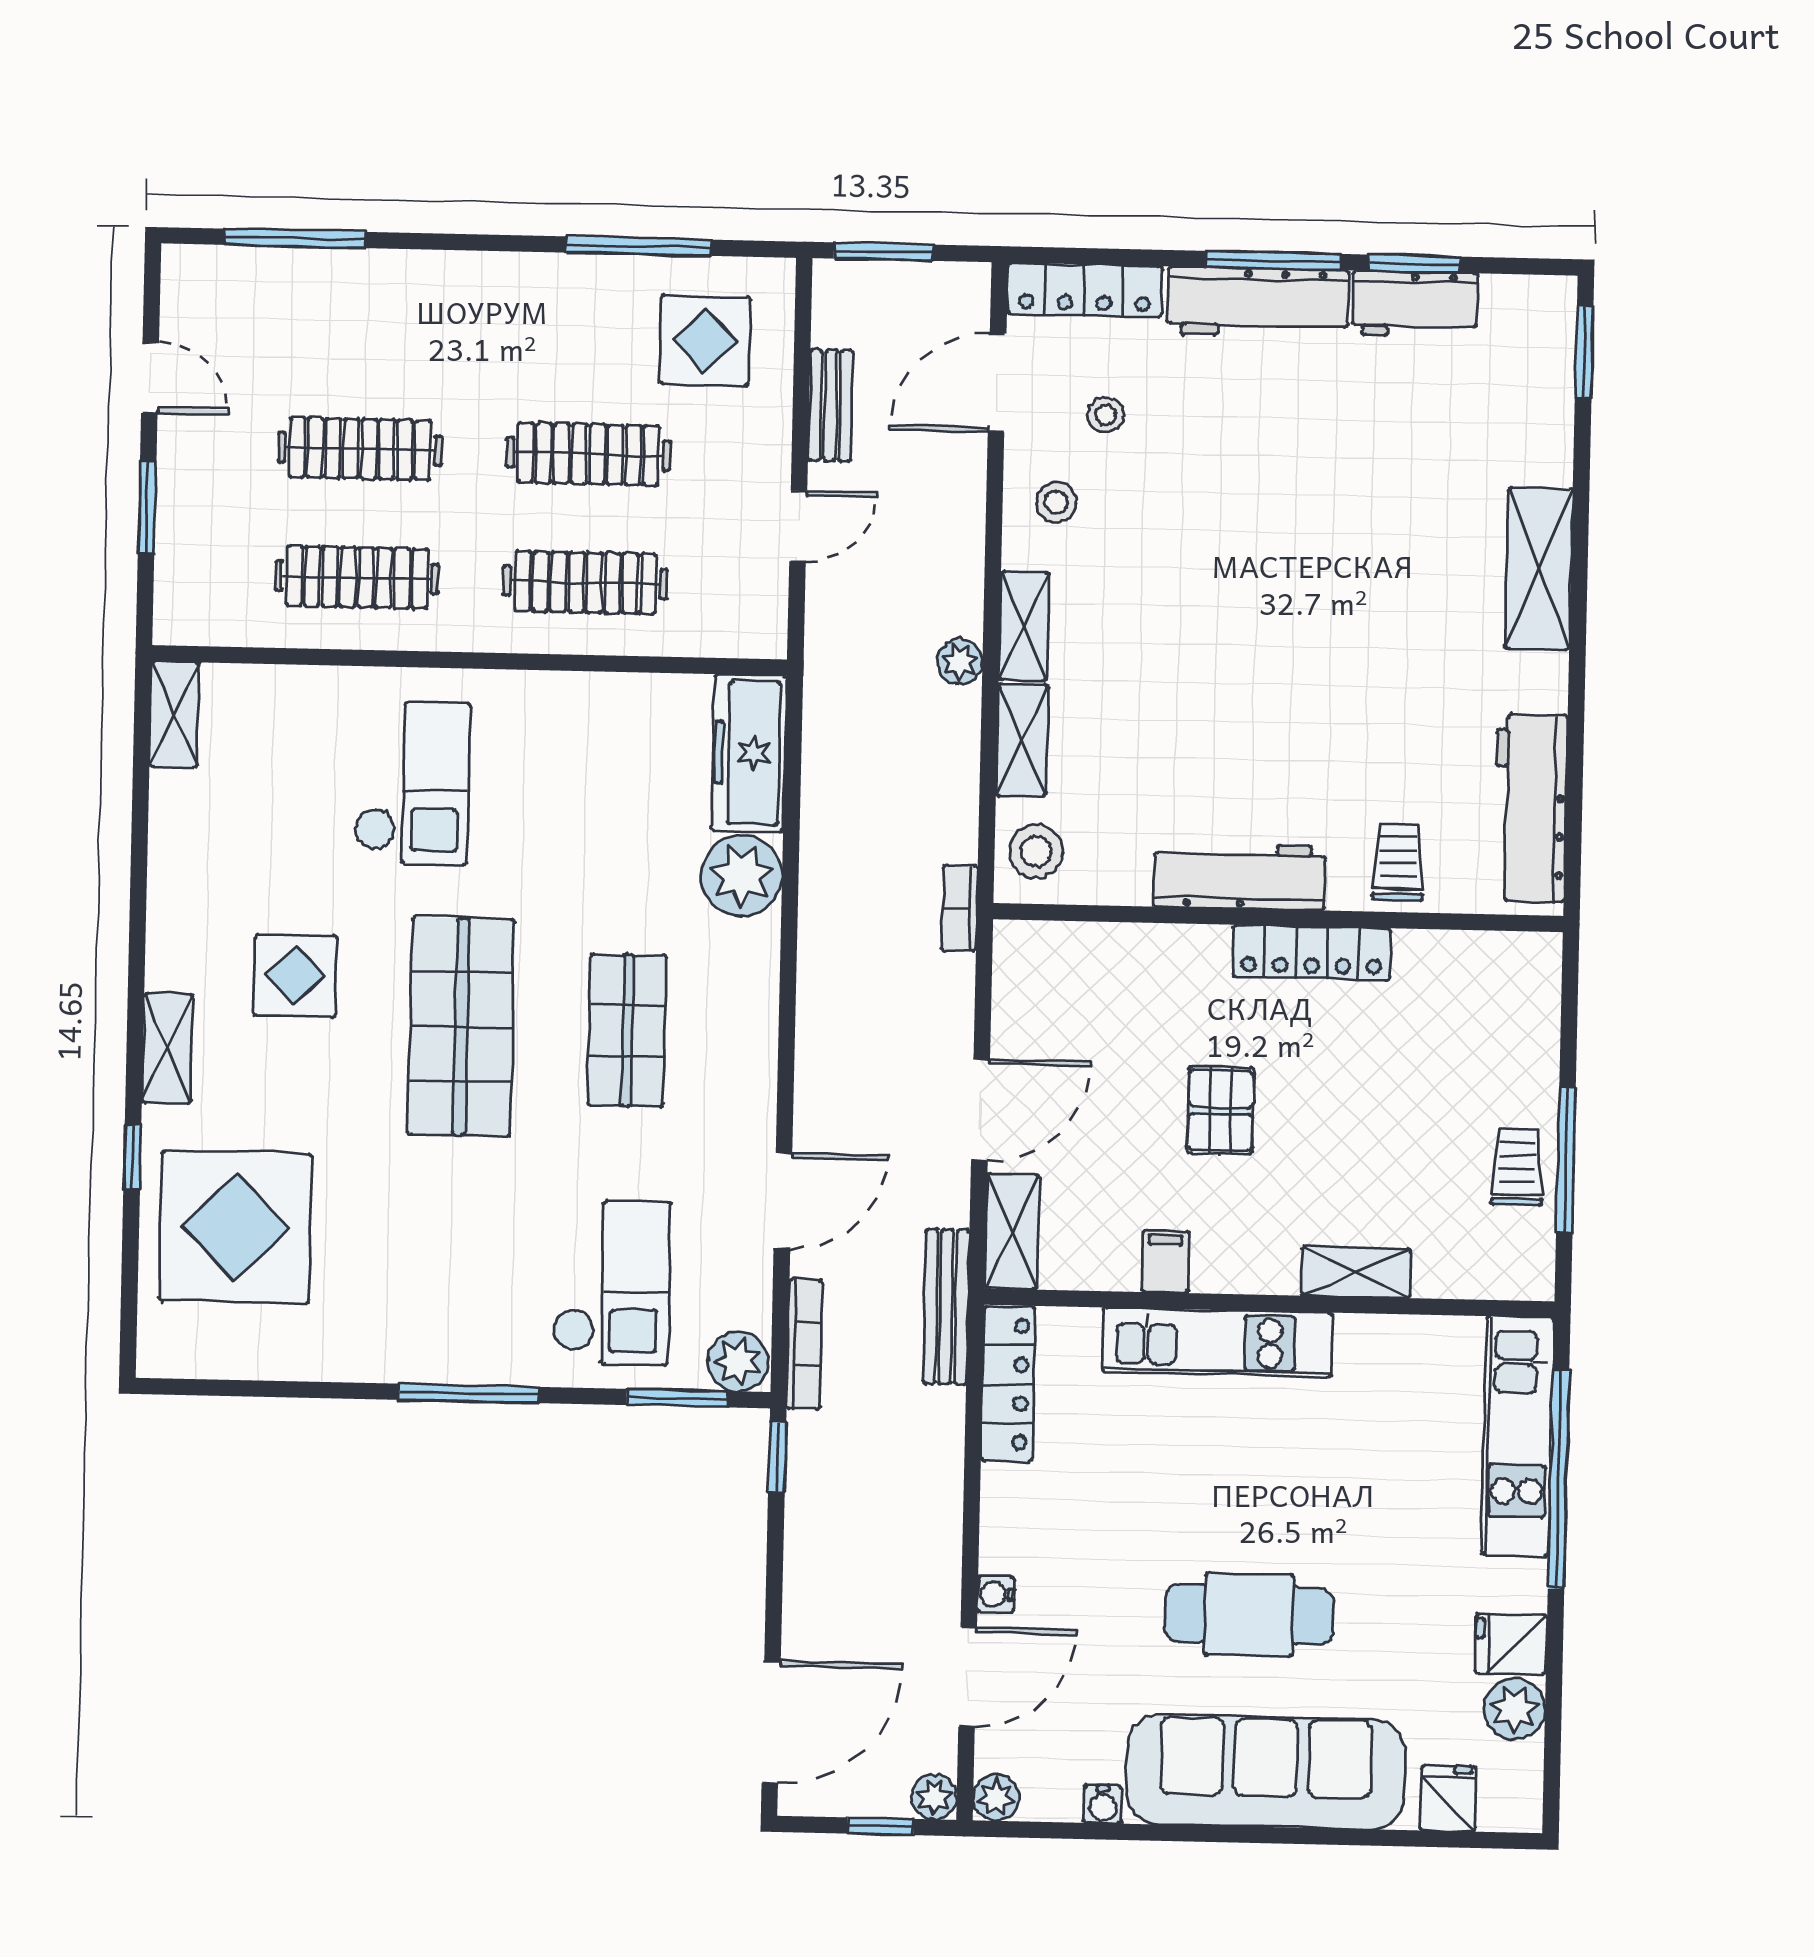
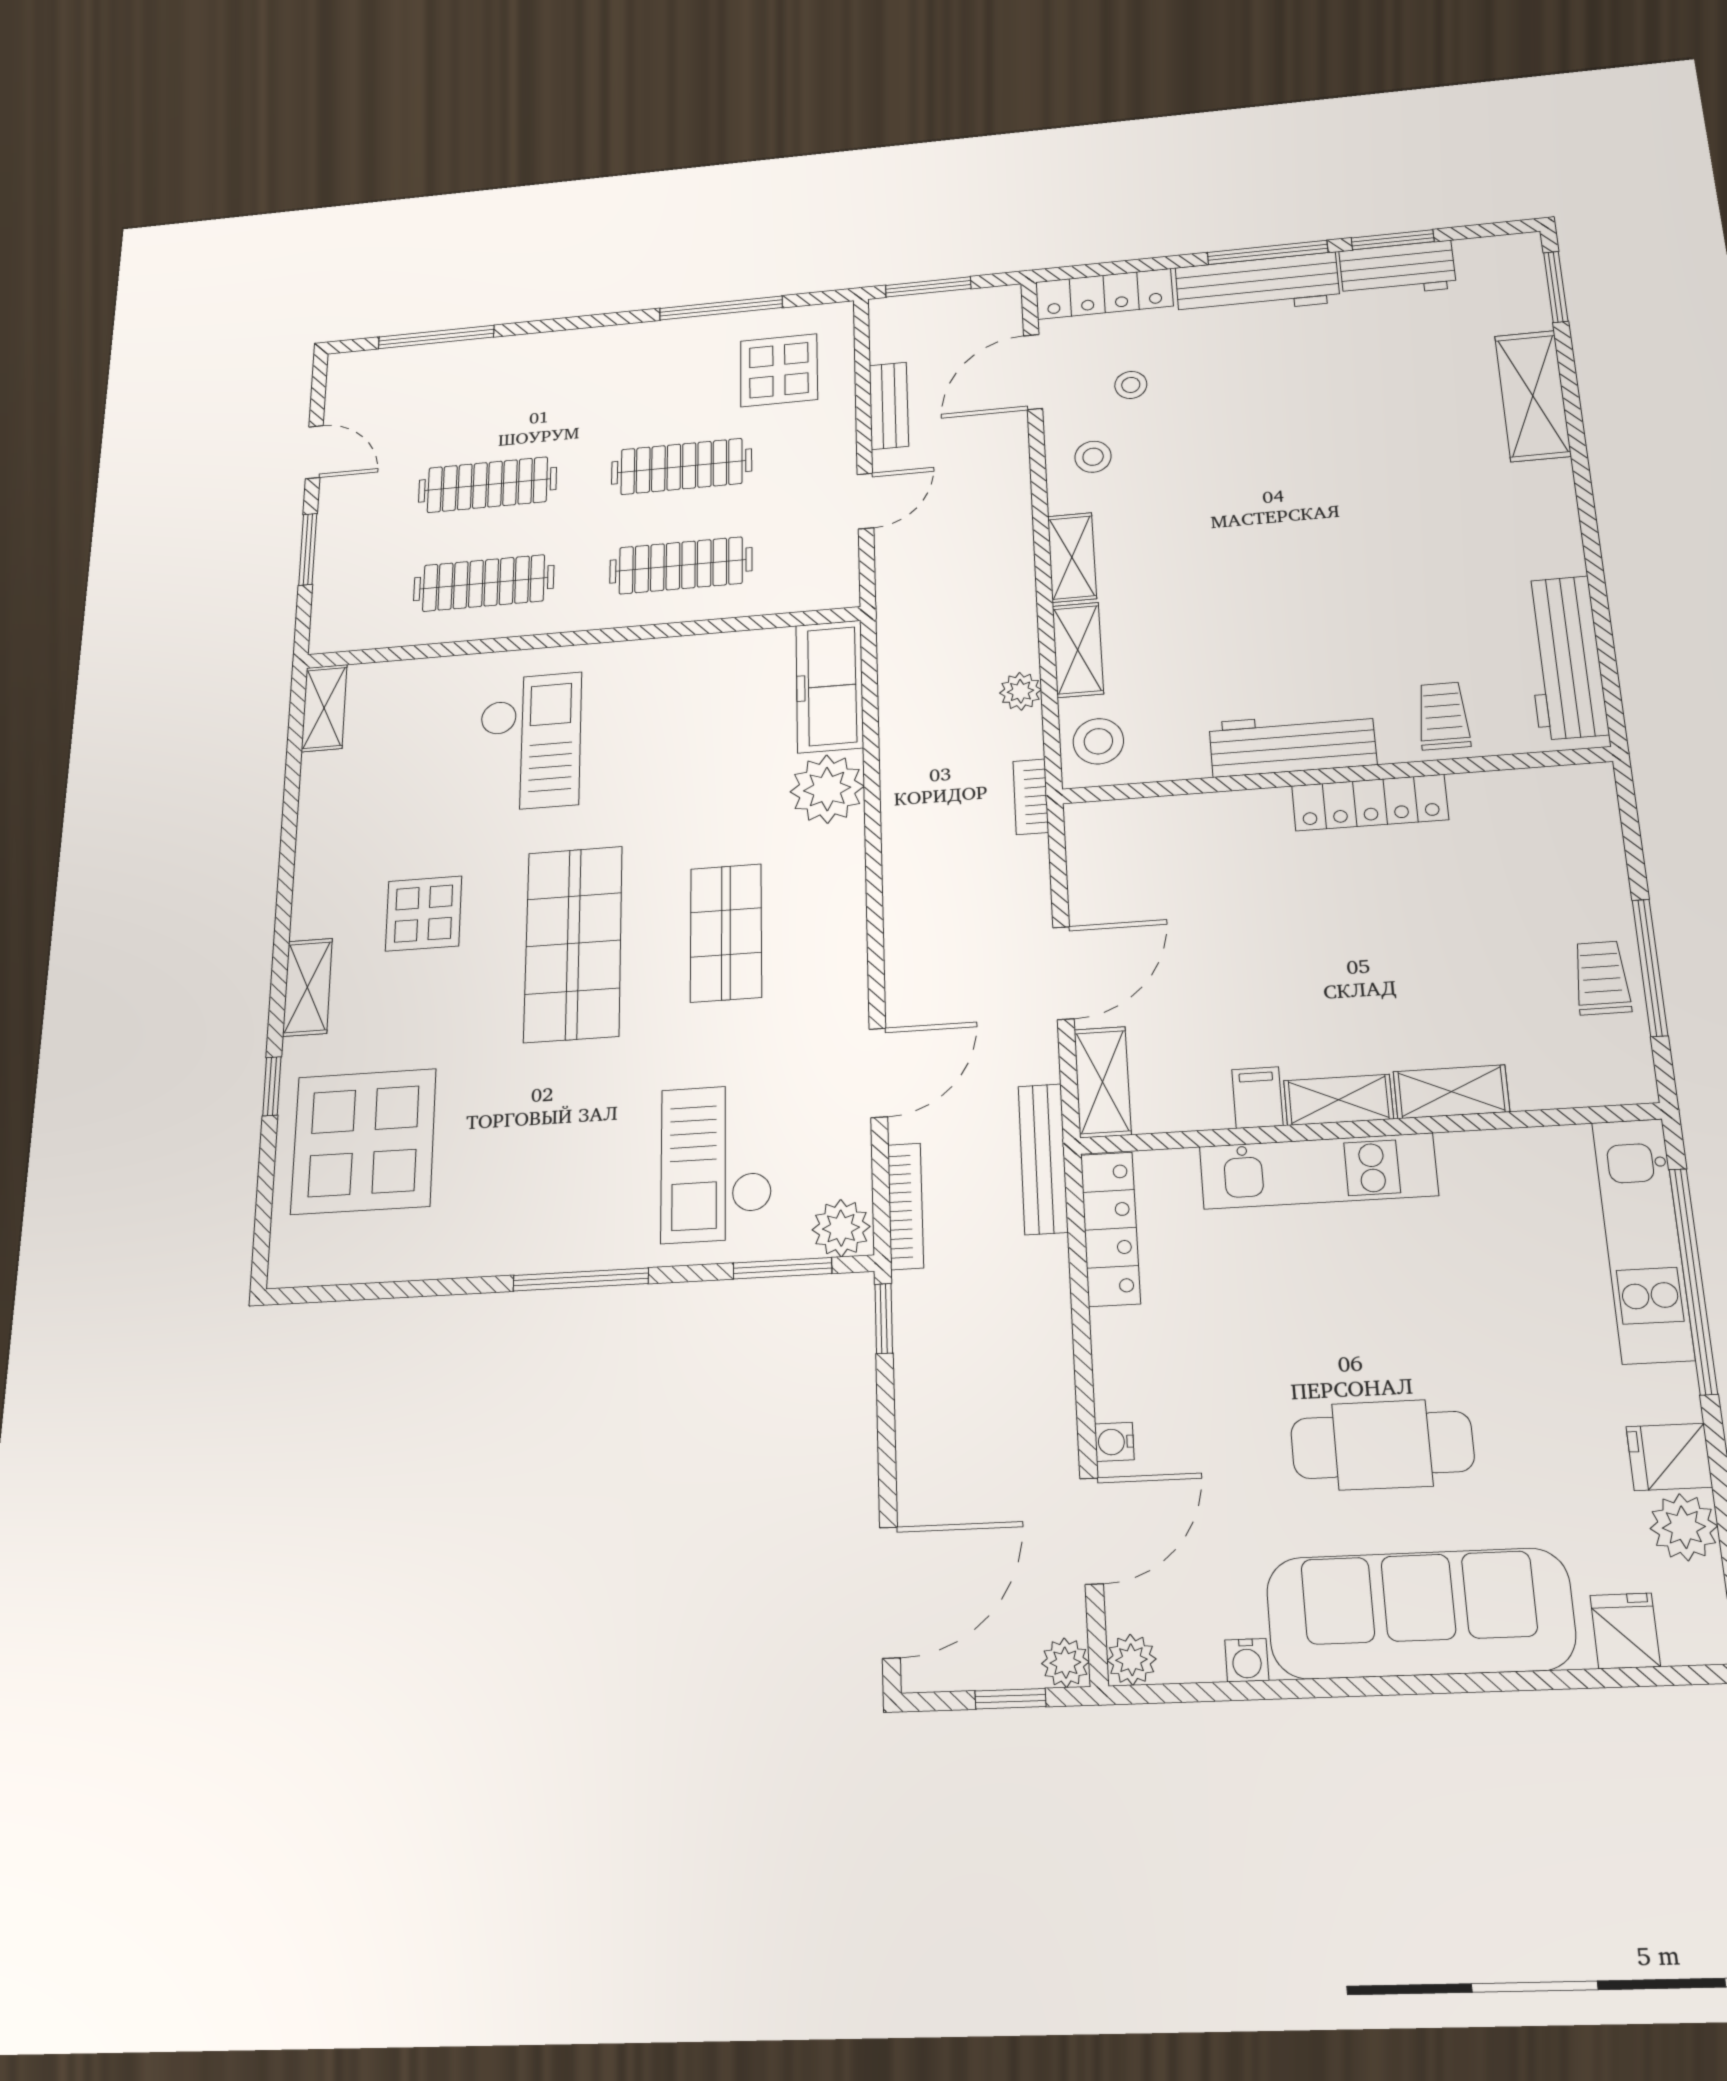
shelving: (1539, 568) -> (1533, 396), moved
plant: (960, 662) -> (1020, 691), moved
pallet: (1220, 1110) -> (1297, 952), removed
shelving: (1245, 1271) -> (1338, 1100), added
checkout: (611, 1283) -> (716, 1163), turned 180

